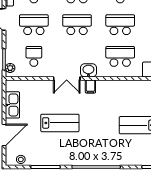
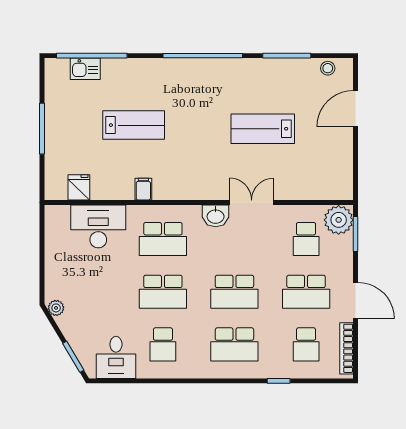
plant: (10, 68) -> (339, 220), width x1.87, depth x1.87
filing cabinet: (90, 87) -> (143, 189), moved
kitchen sink: (12, 105) -> (342, 159), removed

